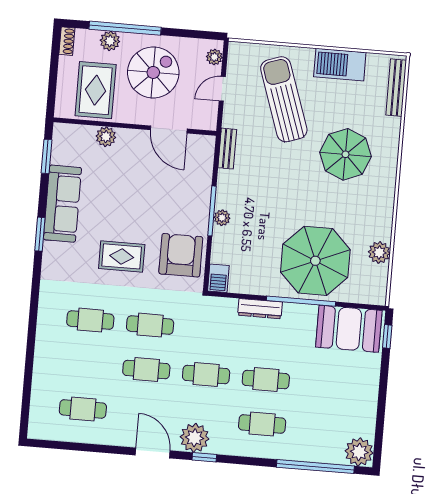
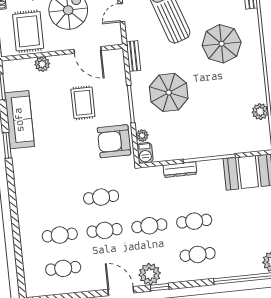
plant: (222, 218) -> (142, 136), moved
armchair: (181, 255) -> (114, 141), turned -90
rug: (122, 256) -> (83, 103), moved, turned 90
parasol: (315, 261) -> (169, 92), moved, width x0.73, depth x0.73
cafe table: (90, 320) -> (60, 235), moved

